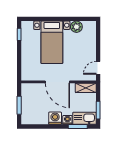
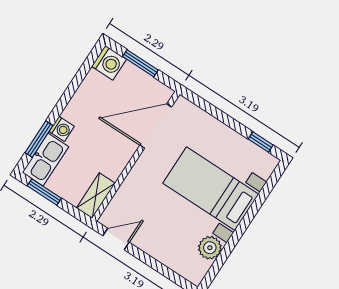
door: (98, 68) -> (116, 239), hinge flipped
door: (57, 82) -> (156, 126), moved
washing machine: (55, 118) -> (109, 63), moved

